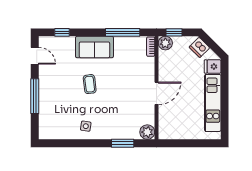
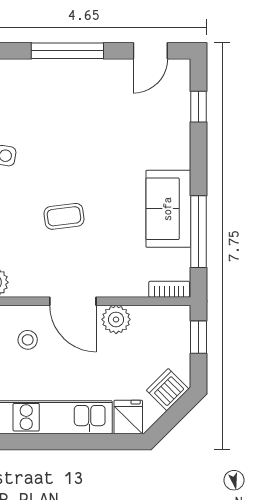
plant: (165, 43) -> (116, 319), moved
sofa: (94, 47) -> (168, 209), moved
coffee table: (90, 84) -> (64, 216), moved
stool: (175, 115) -> (28, 340), added

